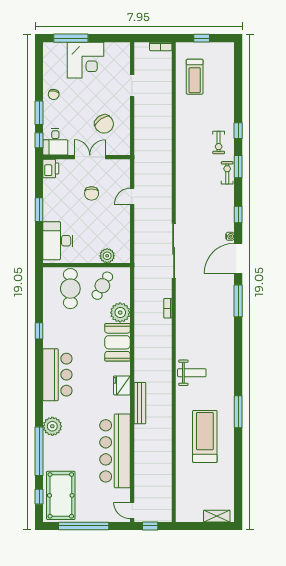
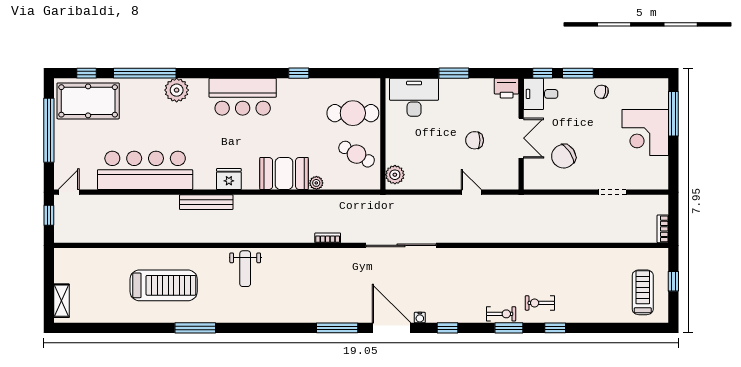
treadmill: (195, 77) -> (643, 292), moved, turned 90
plant: (107, 256) -> (395, 175), moved
plant: (120, 313) -> (316, 183), width x0.53, depth x0.53

